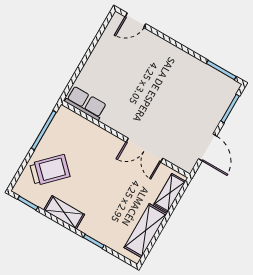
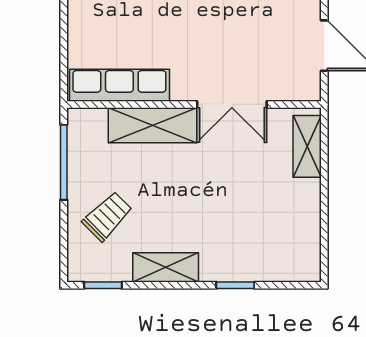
row of seats: (86, 103) -> (119, 85), width x1.48
trolley: (50, 170) -> (107, 216), width x0.73, depth x0.72
shelving: (145, 231) -> (153, 125), moved, turned 90

